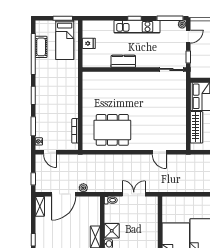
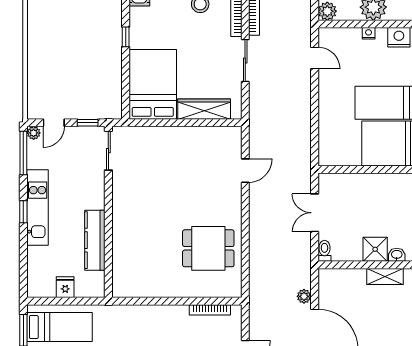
door: (188, 37) -> (54, 123), swing flipped
kitchen counter: (123, 61) -> (95, 240), width x1.50
dining table: (112, 130) -> (208, 248), width x0.73

